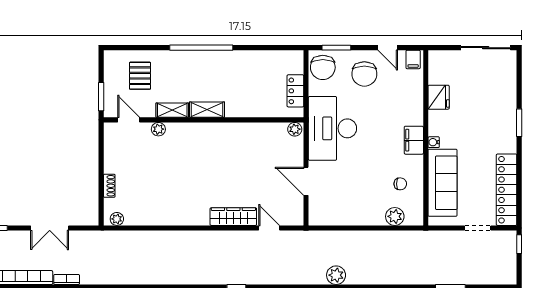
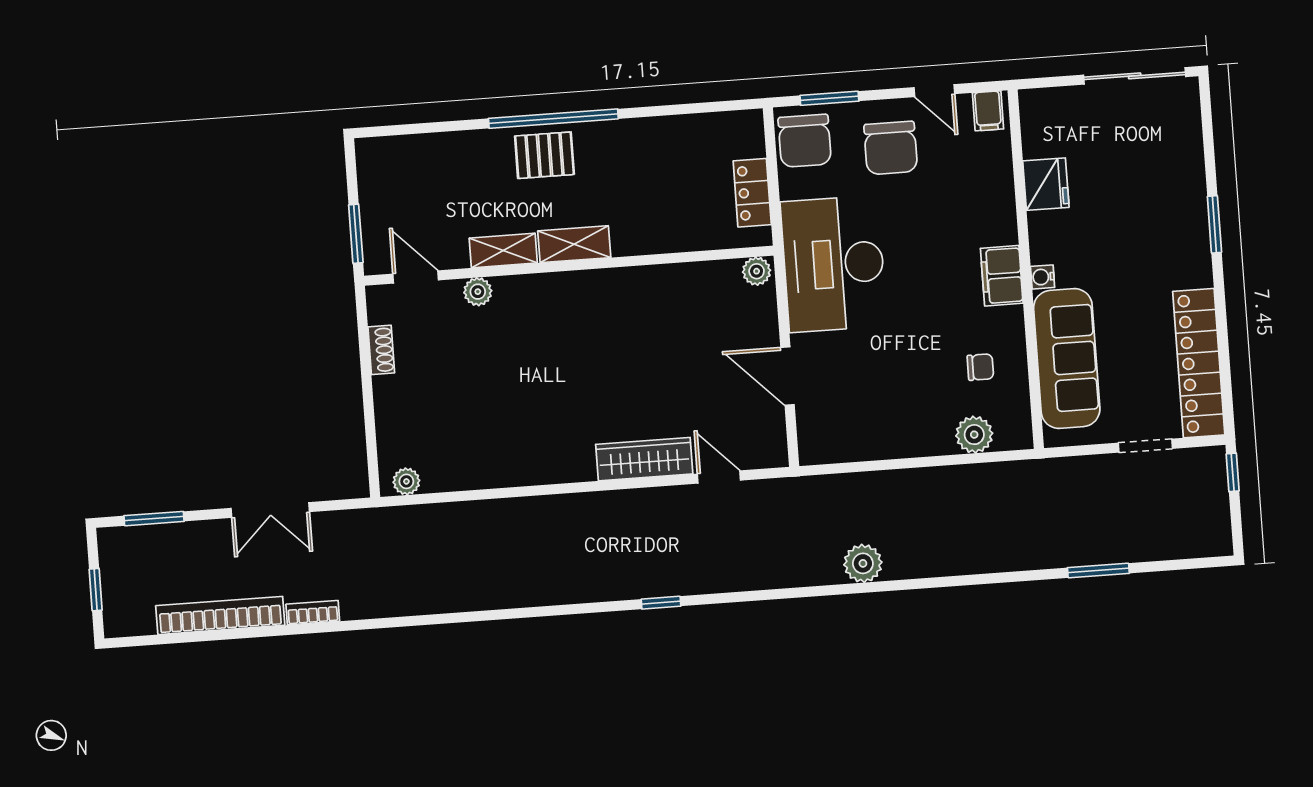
pallet: (140, 76) -> (544, 155), moved, turned 90
shoe rack: (109, 186) -> (381, 350), moved

